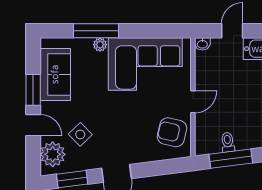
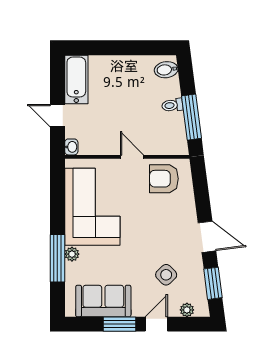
armchair: (172, 132) -> (164, 179), turned 77
toilet: (228, 142) -> (172, 105), moved
plant: (53, 154) -> (187, 310), width x0.53, depth x0.53

